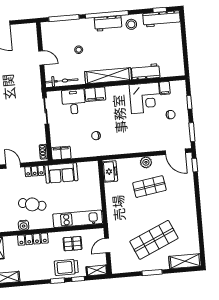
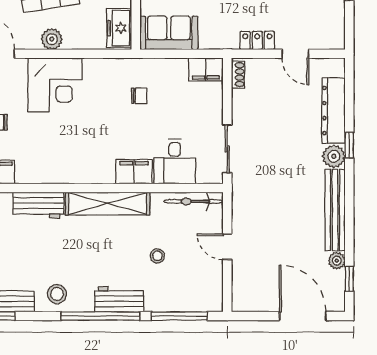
workbench: (108, 23) -> (119, 299), moved
corner desk: (145, 98) -> (55, 85), moved, turned 180
sofa: (61, 173) -> (169, 33), moved

